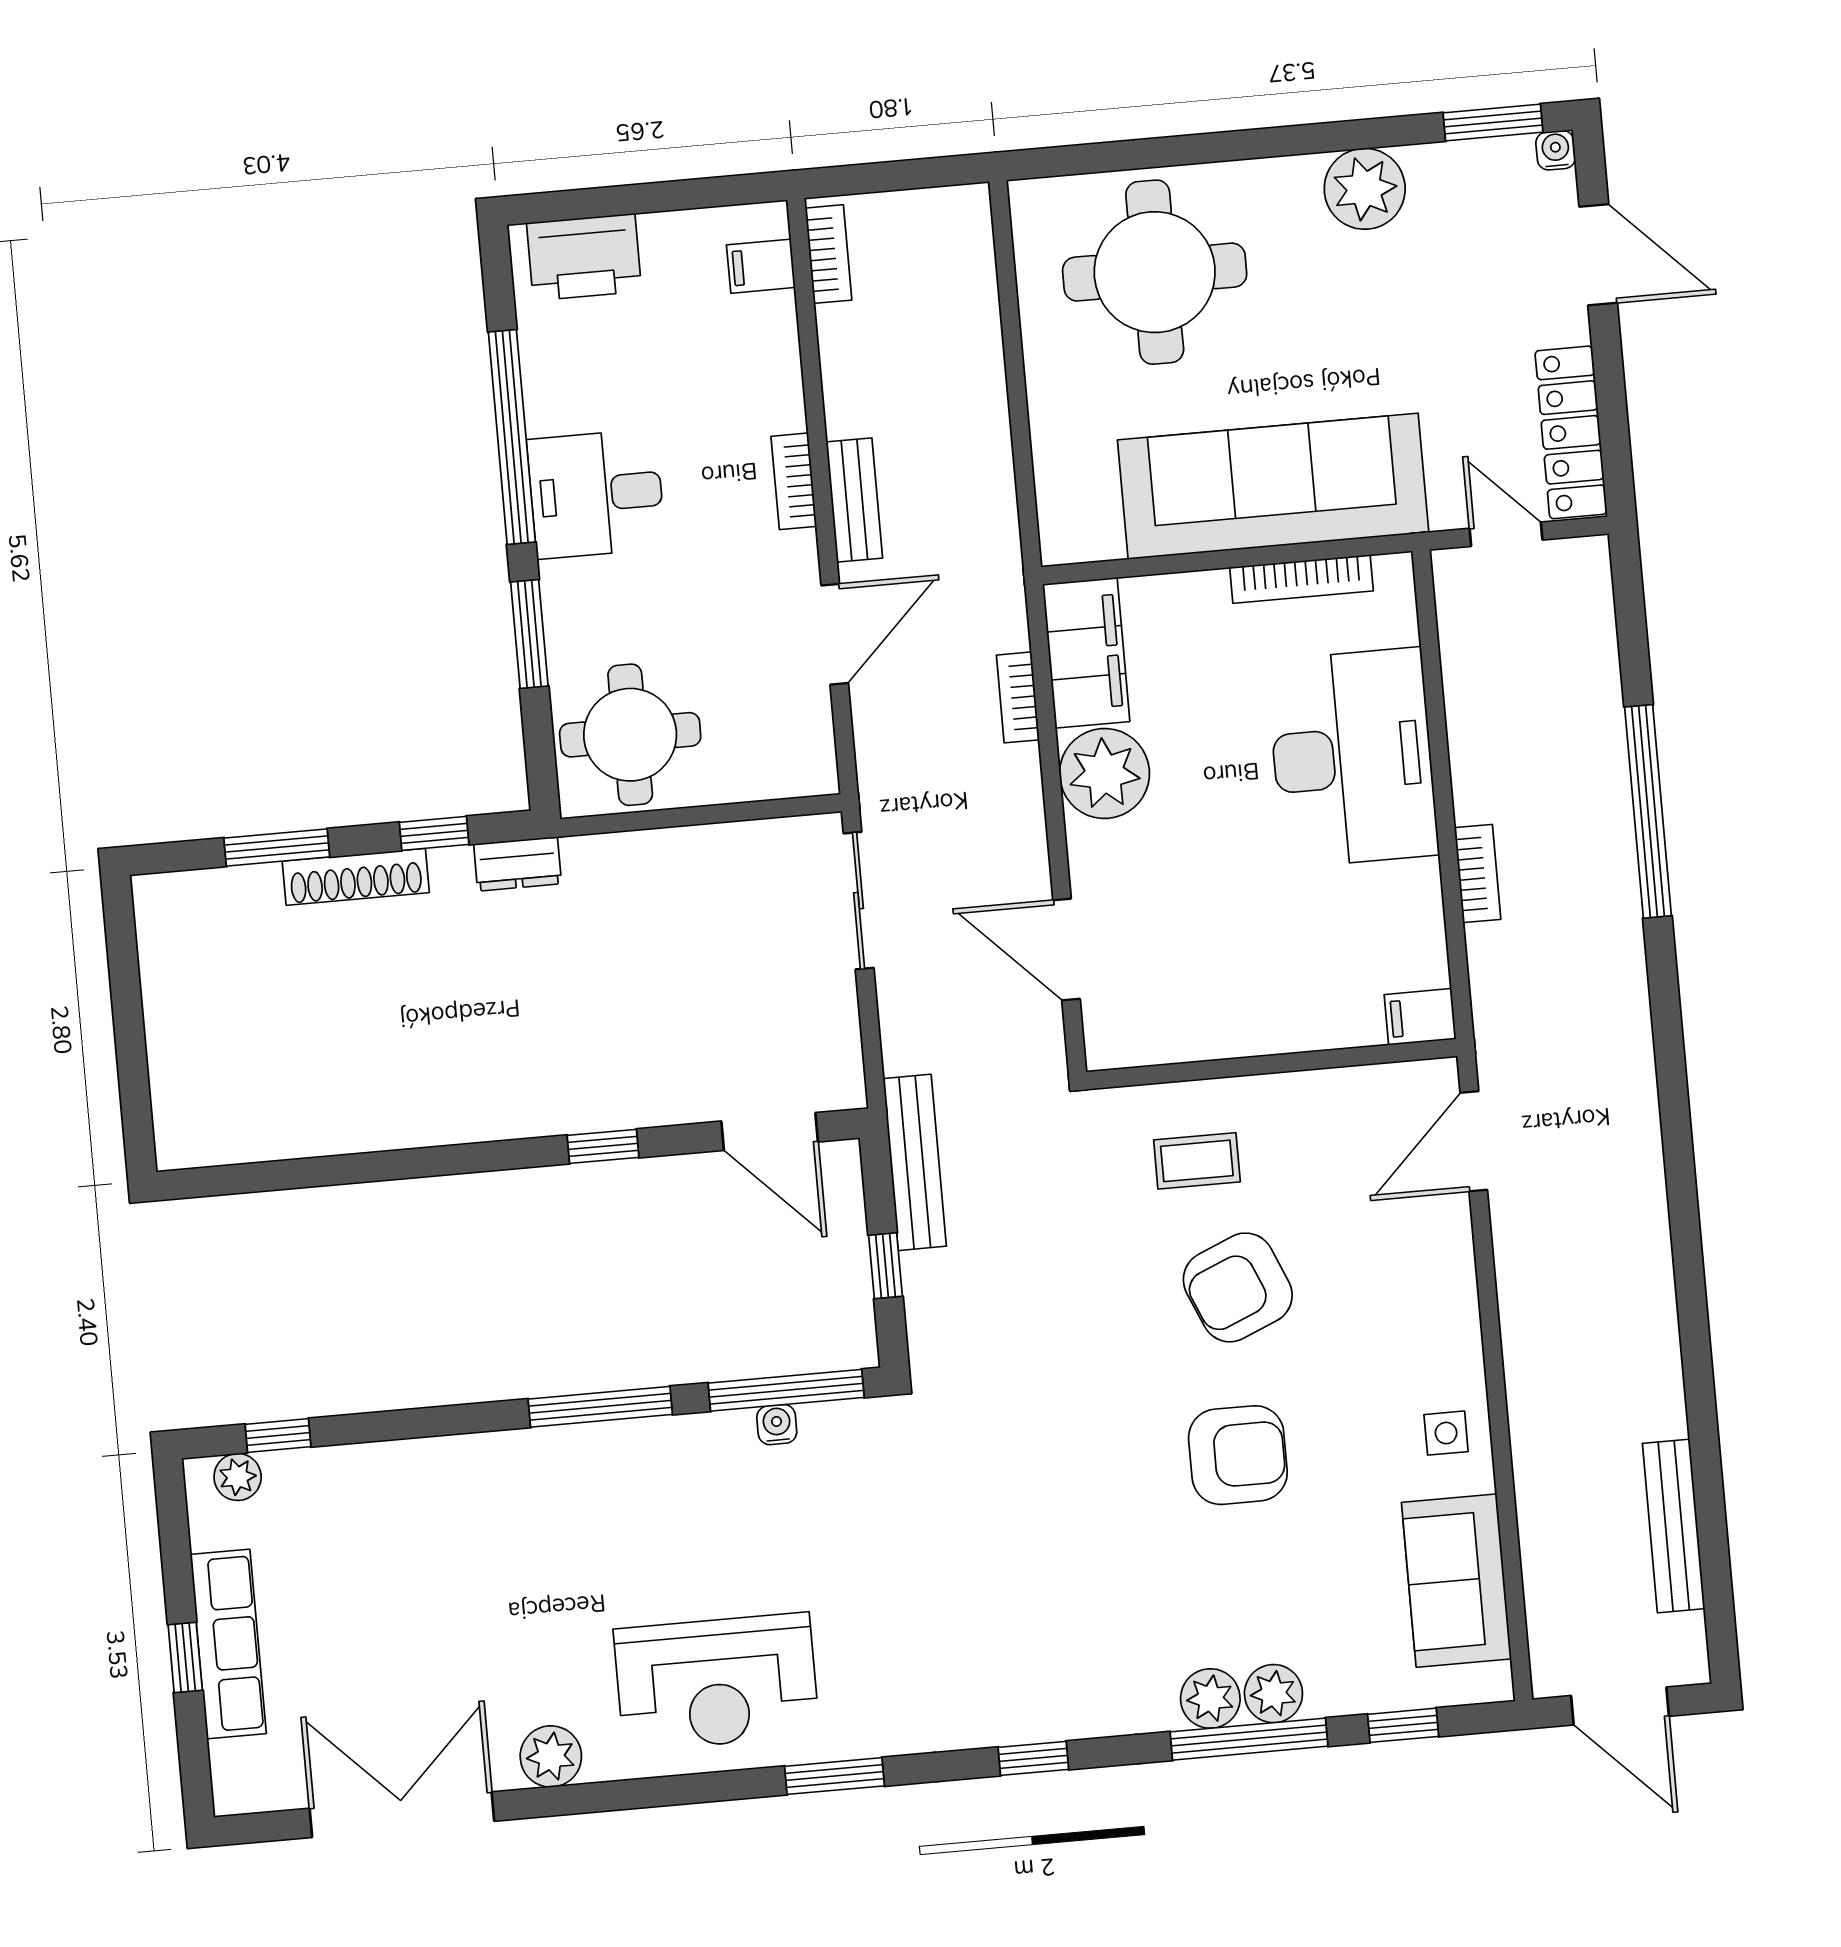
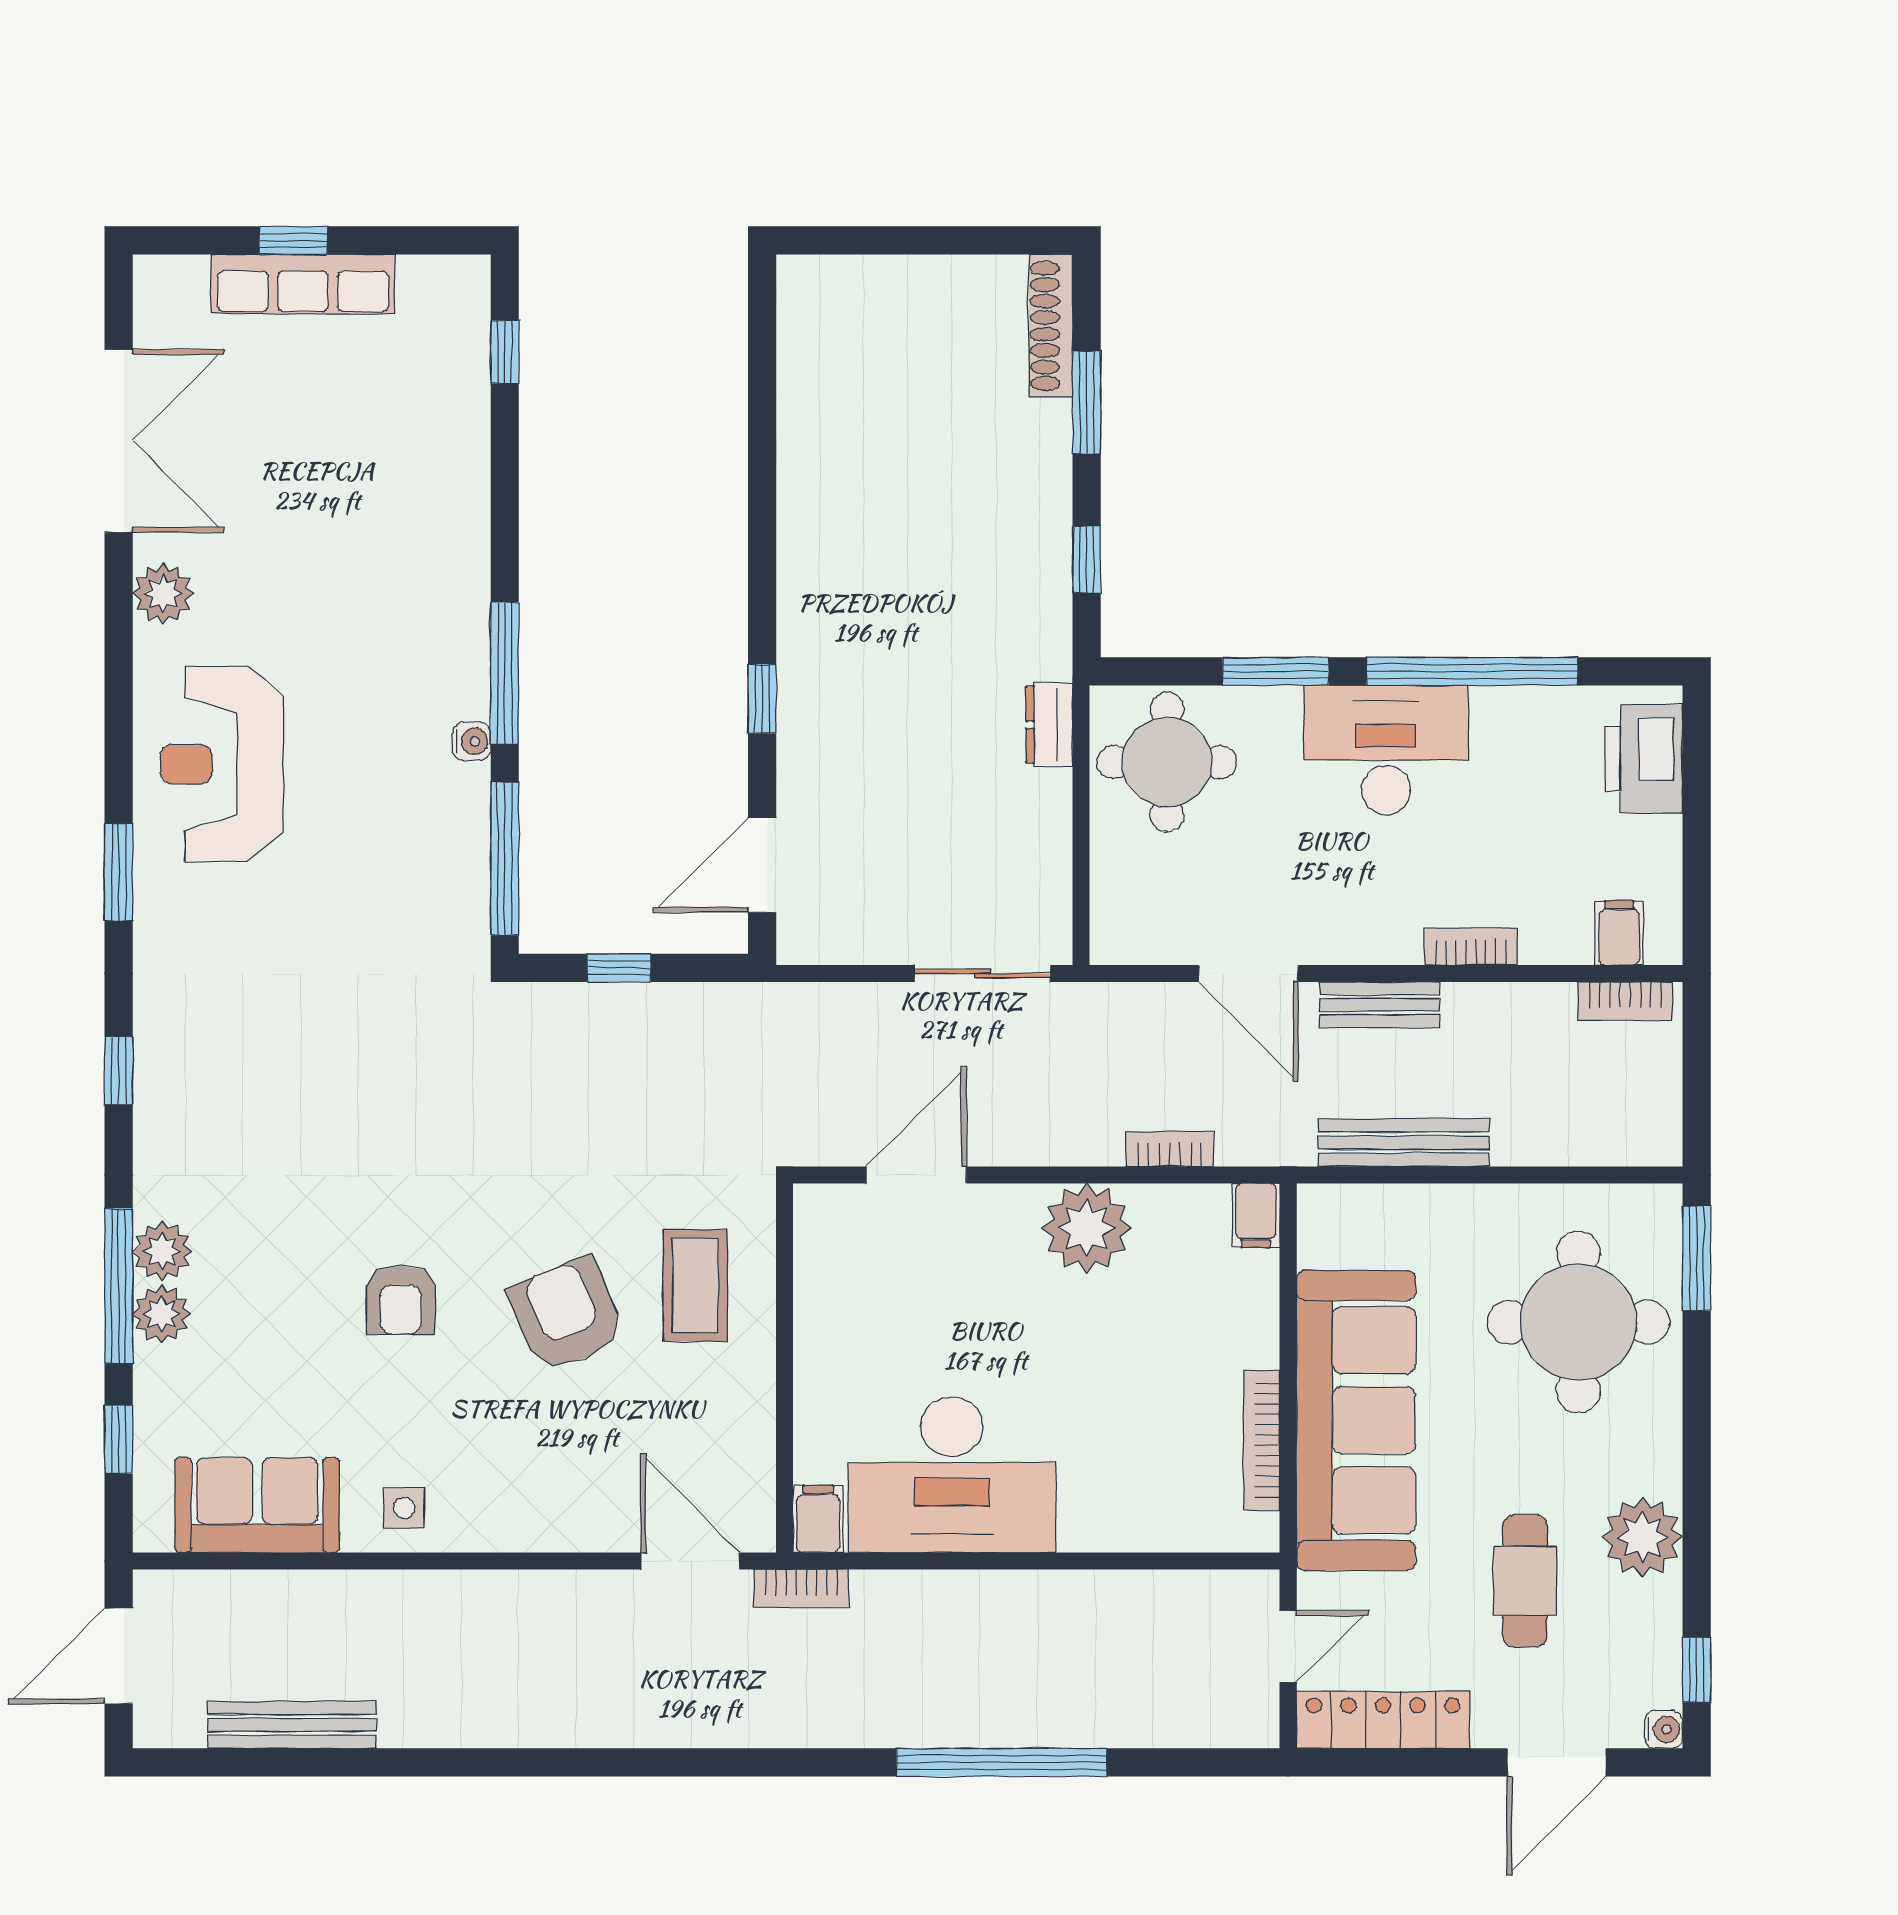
window: (1493, 123) -> (1697, 1670), width x0.67
window: (1080, 159) -> (1697, 1258), added
cafe table: (1419, 303) -> (1525, 1581), added
bookcase: (794, 481) -> (1471, 946), moved
desk: (596, 494) -> (1386, 750), width x1.37
filing cabinet: (1086, 653) -> (1256, 1215), width x0.33, depth x0.86
desk: (1352, 758) -> (952, 1475), moved
dresser: (518, 864) -> (1049, 725), moved
bookcase: (1478, 874) -> (801, 1588), moved
shoe rack: (356, 877) -> (1051, 326), moved
coffee table: (1197, 1161) -> (695, 1285), width x1.36, depth x1.30
bench: (915, 1162) -> (1404, 1143), moved
water cooler: (777, 1425) -> (472, 741), moved
armchair: (1238, 1455) -> (401, 1300), width x0.72, depth x0.72
plant: (238, 1477) -> (467, 308), removed

